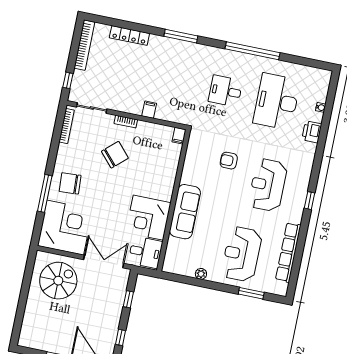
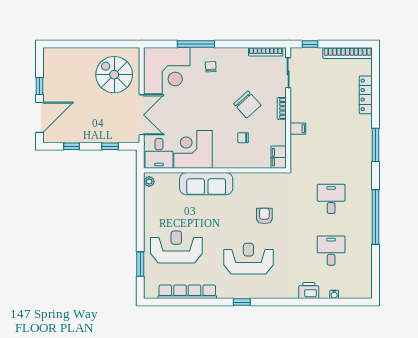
desk: (277, 102) -> (331, 251), width x0.53, depth x0.77
filing cabinet: (179, 136) -> (279, 157), width x2.00
chair: (147, 166) -> (243, 138), added
chair: (70, 183) -> (211, 67), width x0.54, depth x0.54
plant: (201, 274) -> (149, 181), moved
spiral stairs: (58, 281) -> (114, 75), turned 180

